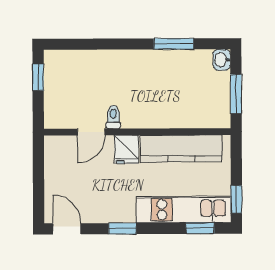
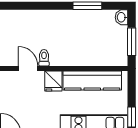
door: (91, 132) -> (28, 68), swing flipped

